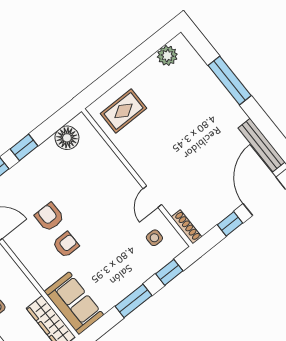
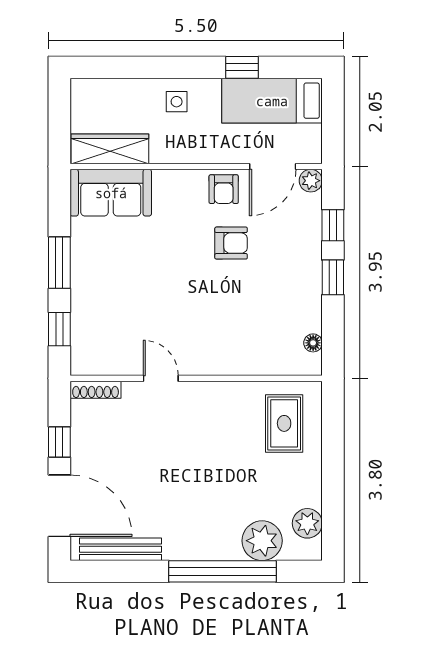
plant: (196, 72) -> (262, 541), added
window: (230, 81) -> (222, 571), width x1.46
floor lamp: (67, 138) -> (313, 343), width x0.53, depth x0.53
side table: (154, 238) -> (112, 343), removed
armchair: (66, 245) -> (224, 189), moved

